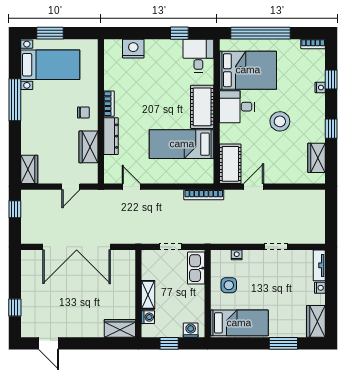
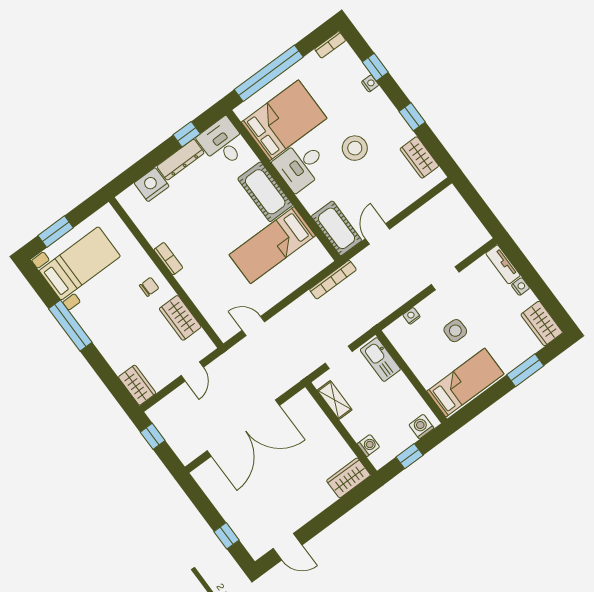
dresser: (111, 136) -> (180, 160), moved, turned 90
side table: (229, 285) -> (455, 331), moved
shelving: (148, 295) -> (335, 400), moved

